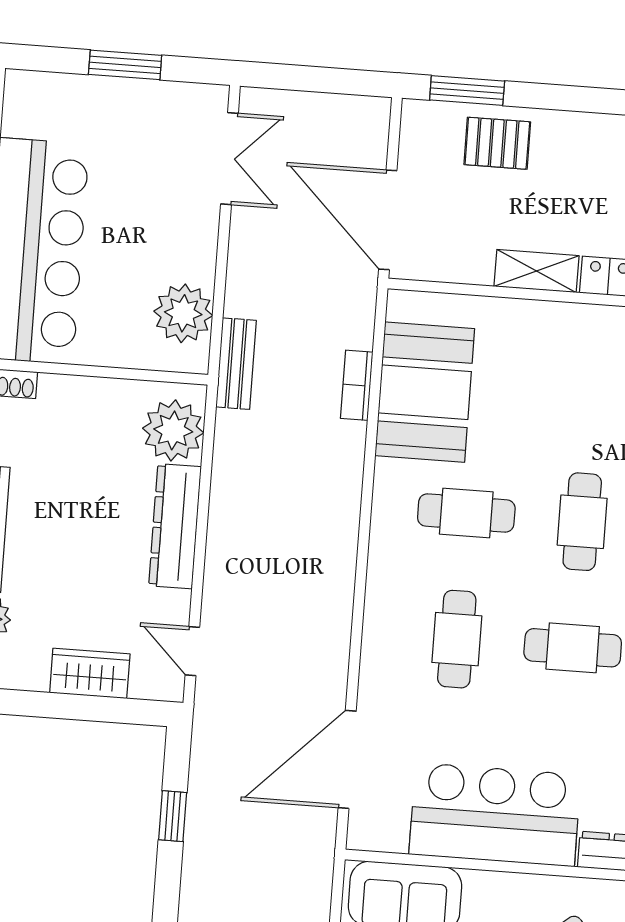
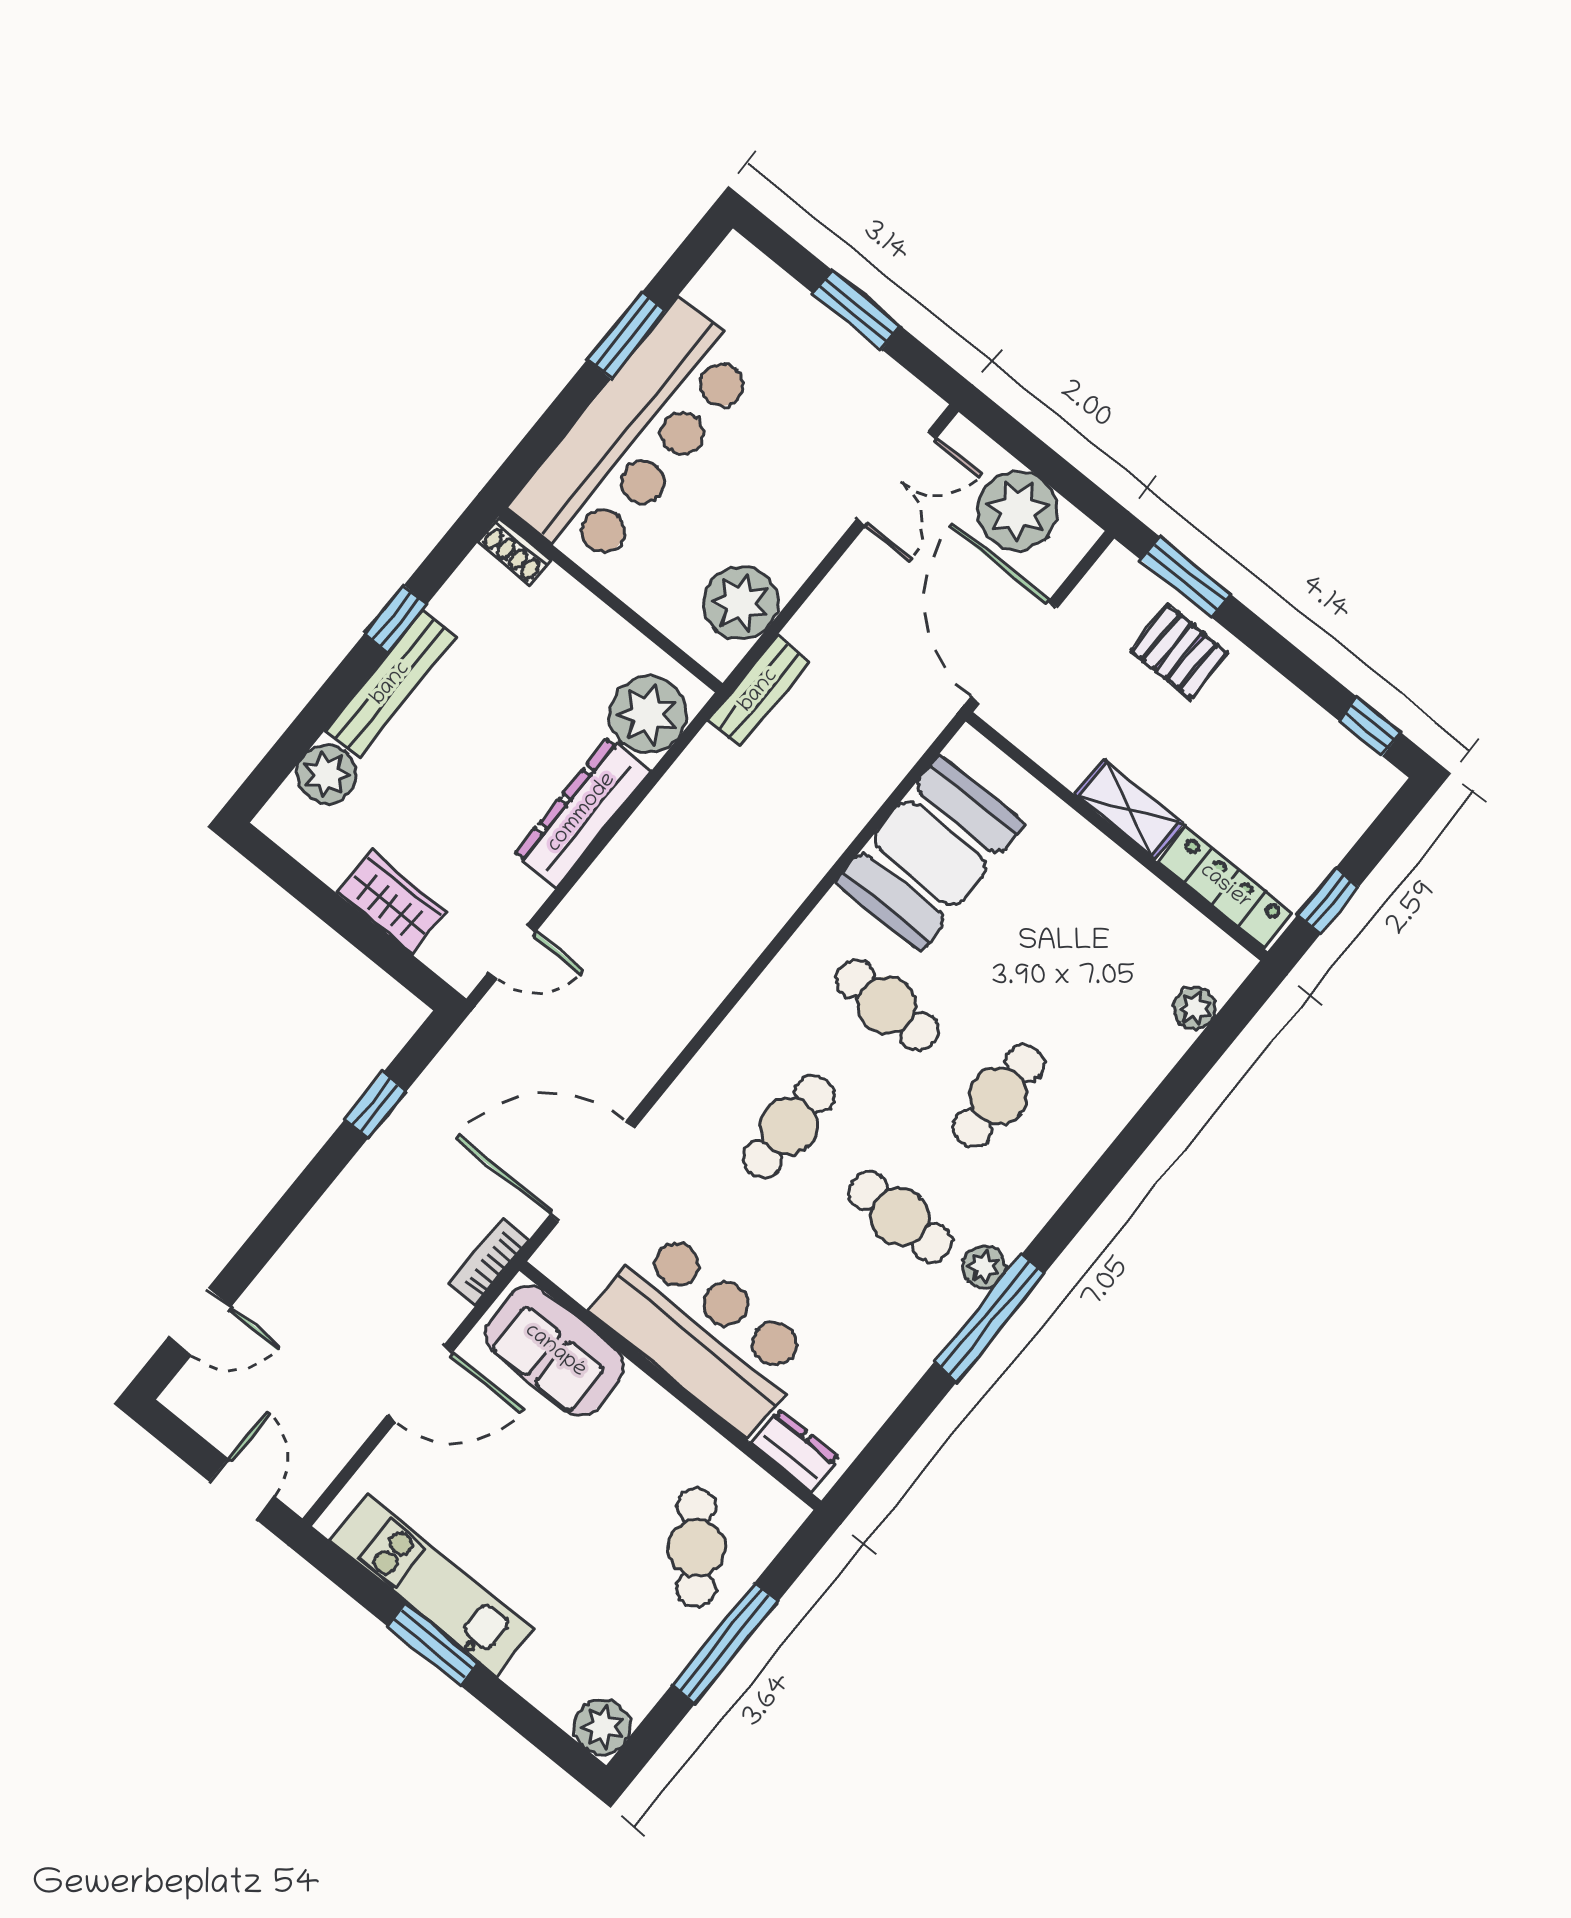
plant: (324, 124) -> (1017, 510), added
bookcase: (357, 385) -> (489, 1262), moved
door: (192, 651) -> (512, 952), swing flipped

